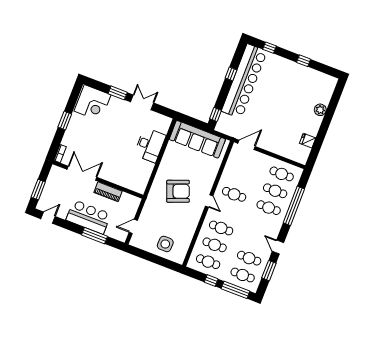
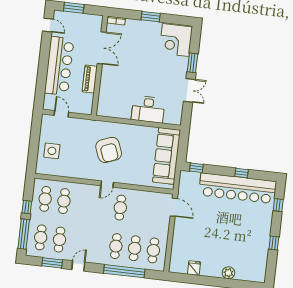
bar counter: (88, 217) -> (59, 66), width x1.36
cafe table: (221, 228) -> (83, 203), removed
window: (94, 236) -> (42, 77), removed

